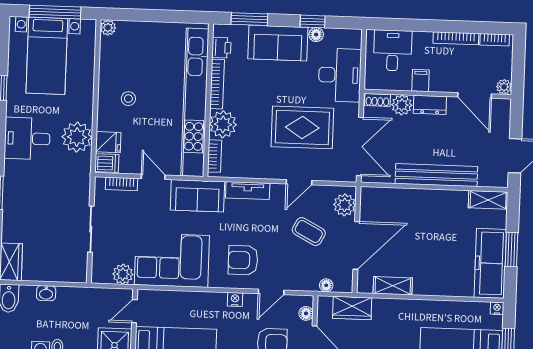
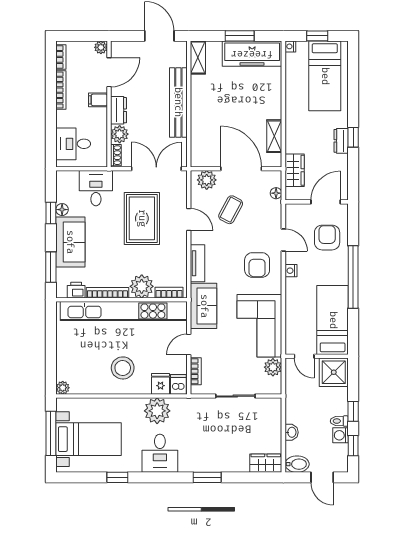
desk: (340, 75) -> (96, 188), width x0.73
filing cabinet: (421, 81) -> (98, 100), moved
stool: (128, 99) -> (123, 368), width x1.89, depth x1.89
floor lamp: (306, 313) -> (301, 210), removed

